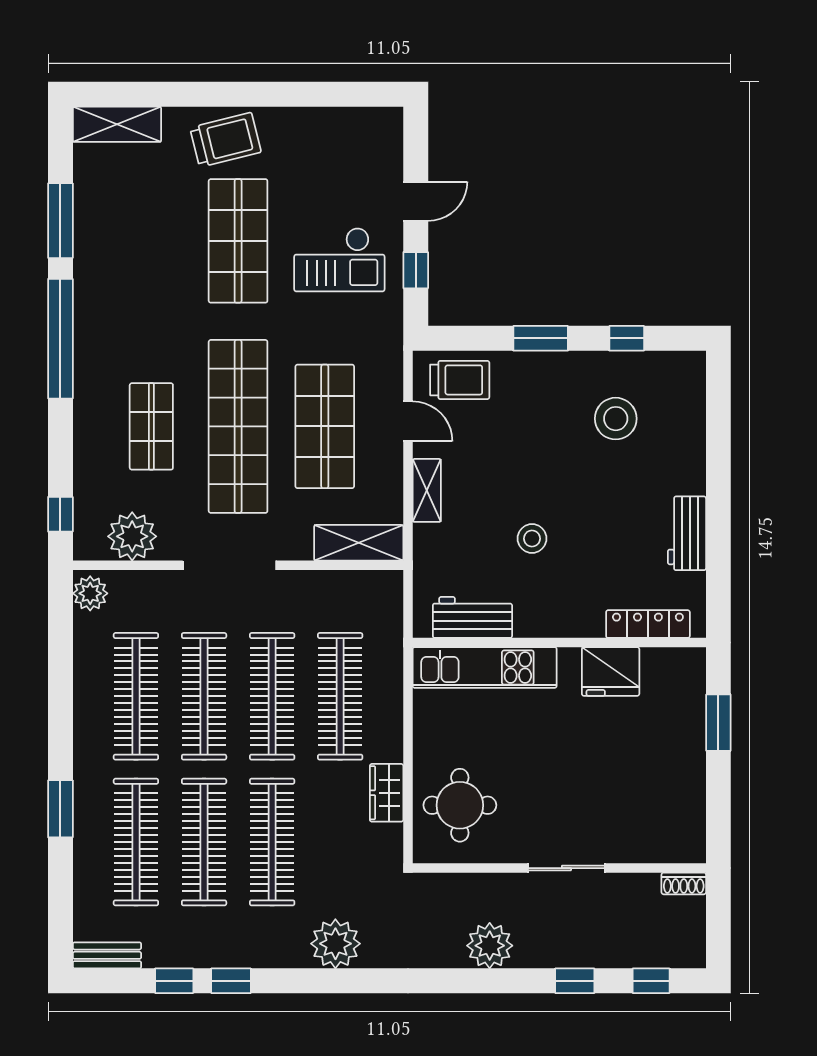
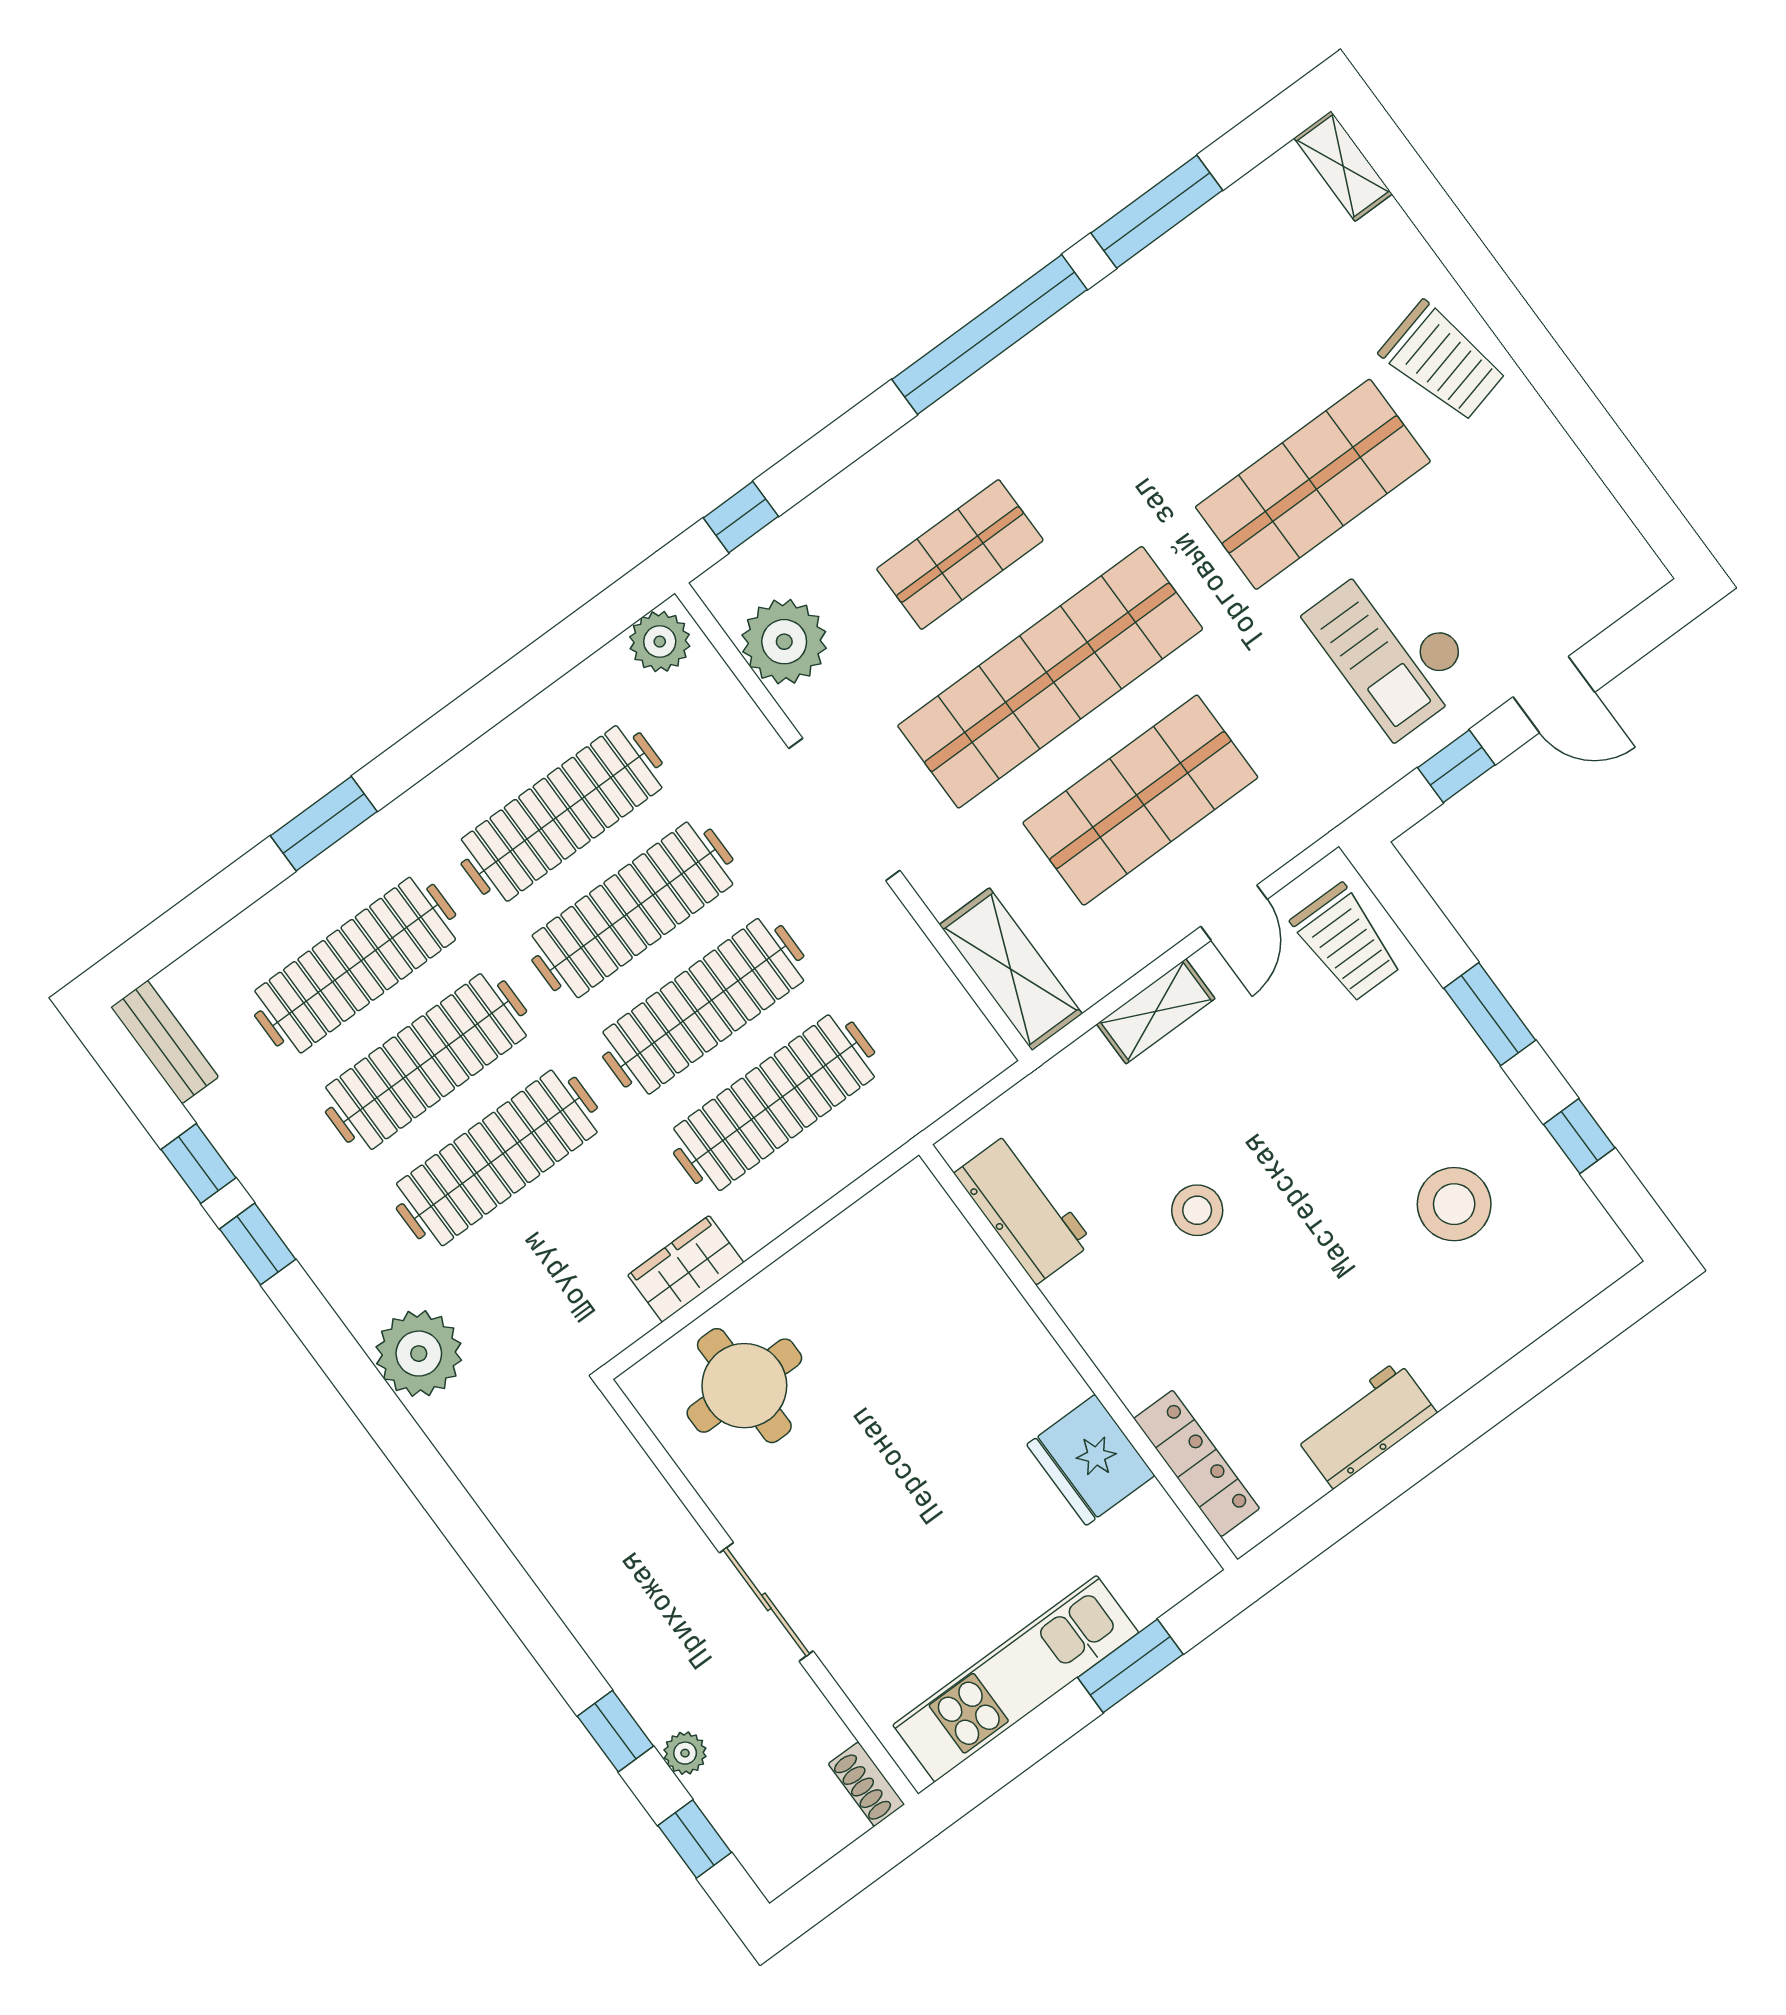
shelving: (117, 124) -> (1343, 166), width x0.67, depth x0.75
kitchen unit: (485, 667) -> (1016, 1679), moved, turned 90
plant: (490, 946) -> (685, 1753), moved, width x0.53, depth x0.53

